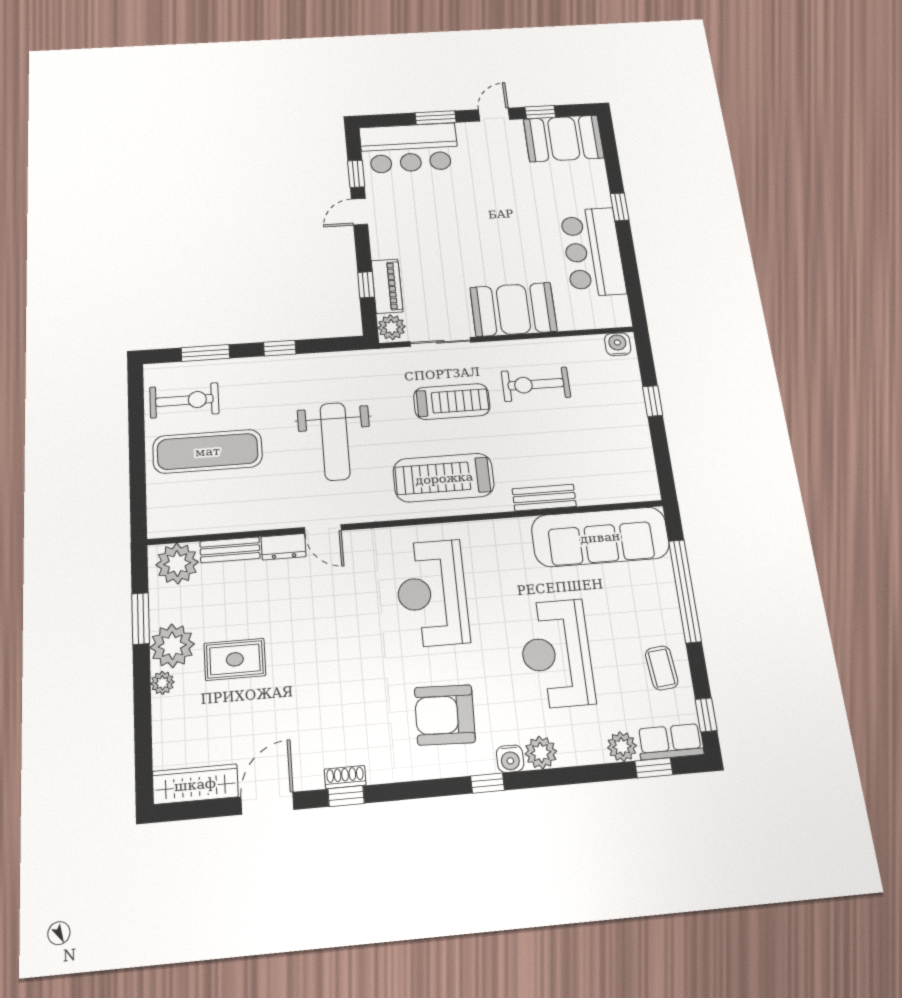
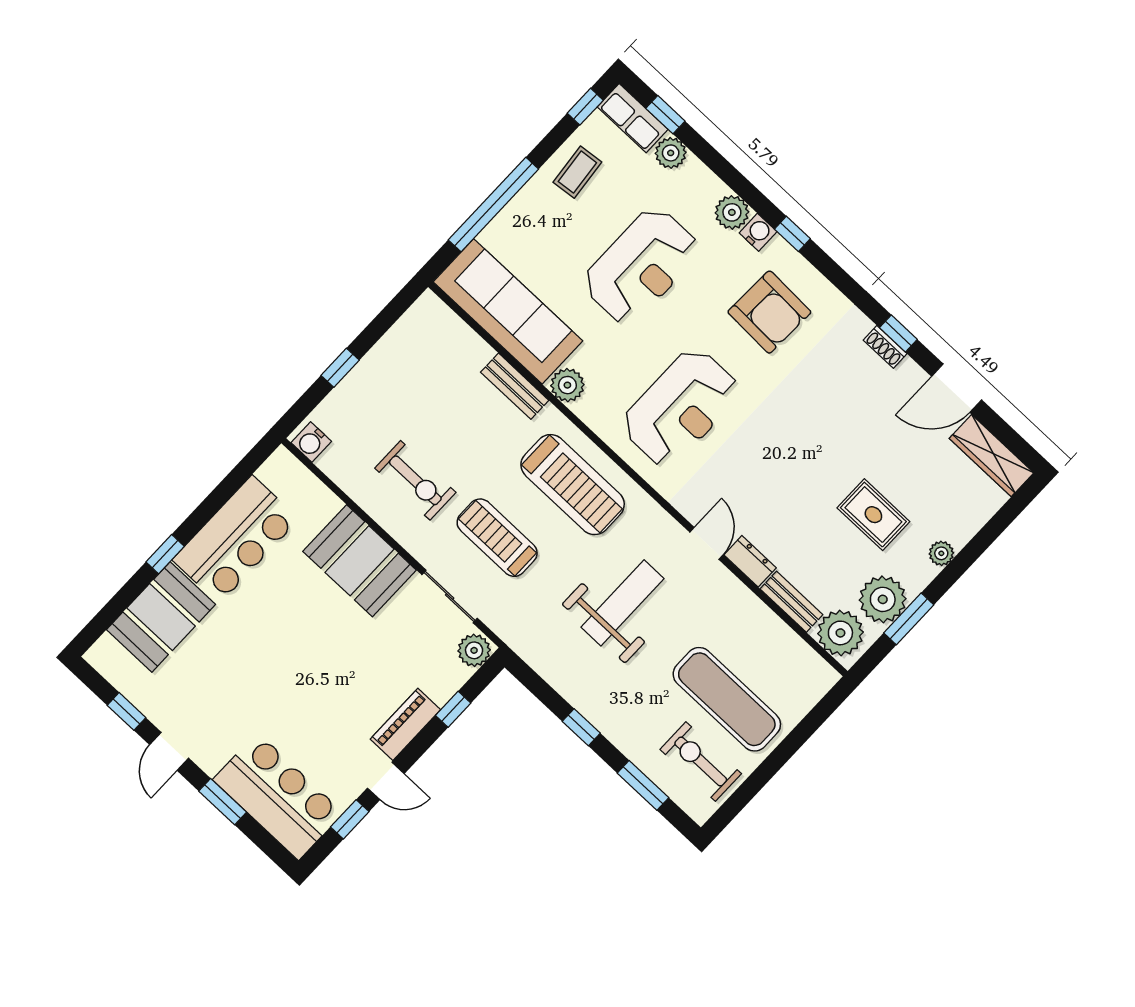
door: (494, 115) -> (169, 751), hinge flipped
booth: (564, 138) -> (161, 617), moved, turned 90
piano: (387, 286) -> (405, 724), moved
plant: (515, 532) -> (567, 385), added
plant: (172, 646) -> (883, 599), moved

